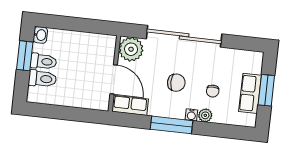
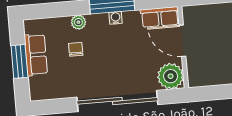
chair: (176, 83) -> (116, 51), removed
water cooler: (191, 115) -> (116, 18), moved

